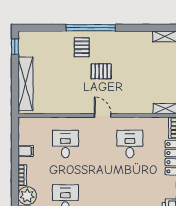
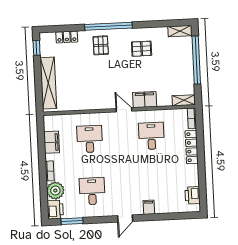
locker: (47, 37) -> (67, 37), added
pallet: (101, 71) -> (142, 49), moved
filing cabinet: (125, 106) -> (145, 100), added
filing cabinet: (26, 151) -> (52, 142), width x2.00

